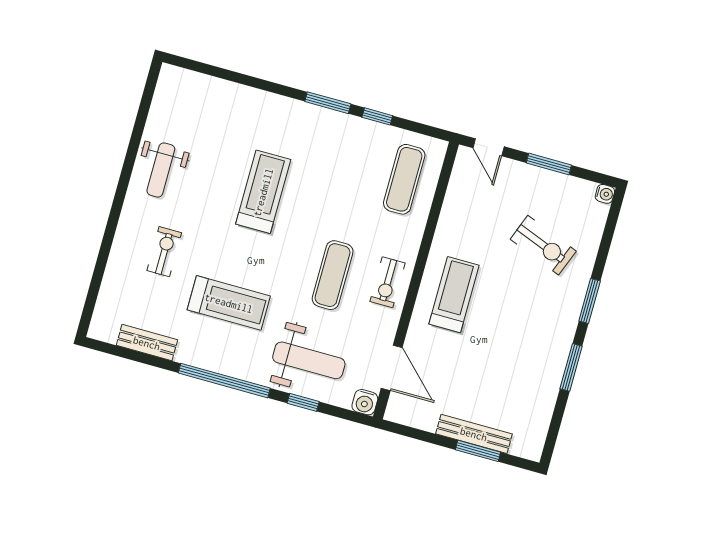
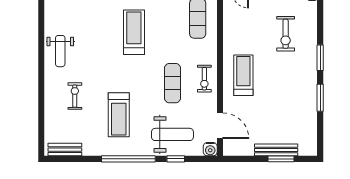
treadmill: (263, 192) -> (134, 32), moved
exercise bike: (543, 245) -> (286, 34), turned 69
treadmill: (229, 303) -> (119, 115), turned 90
bench: (147, 343) -> (65, 150), moved

